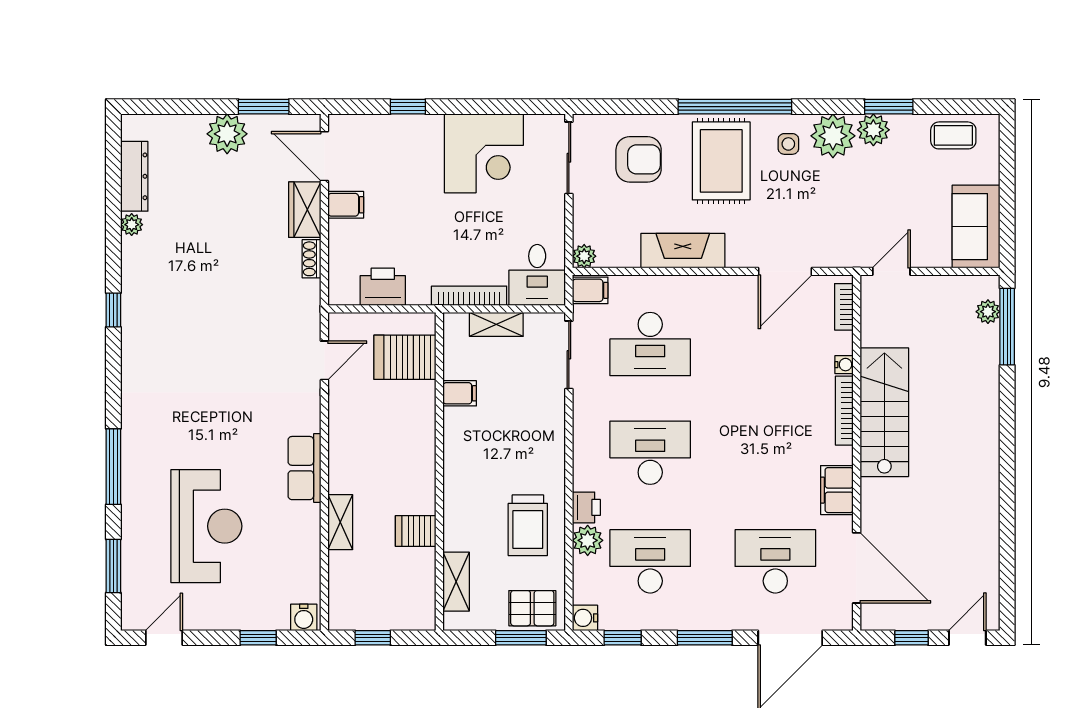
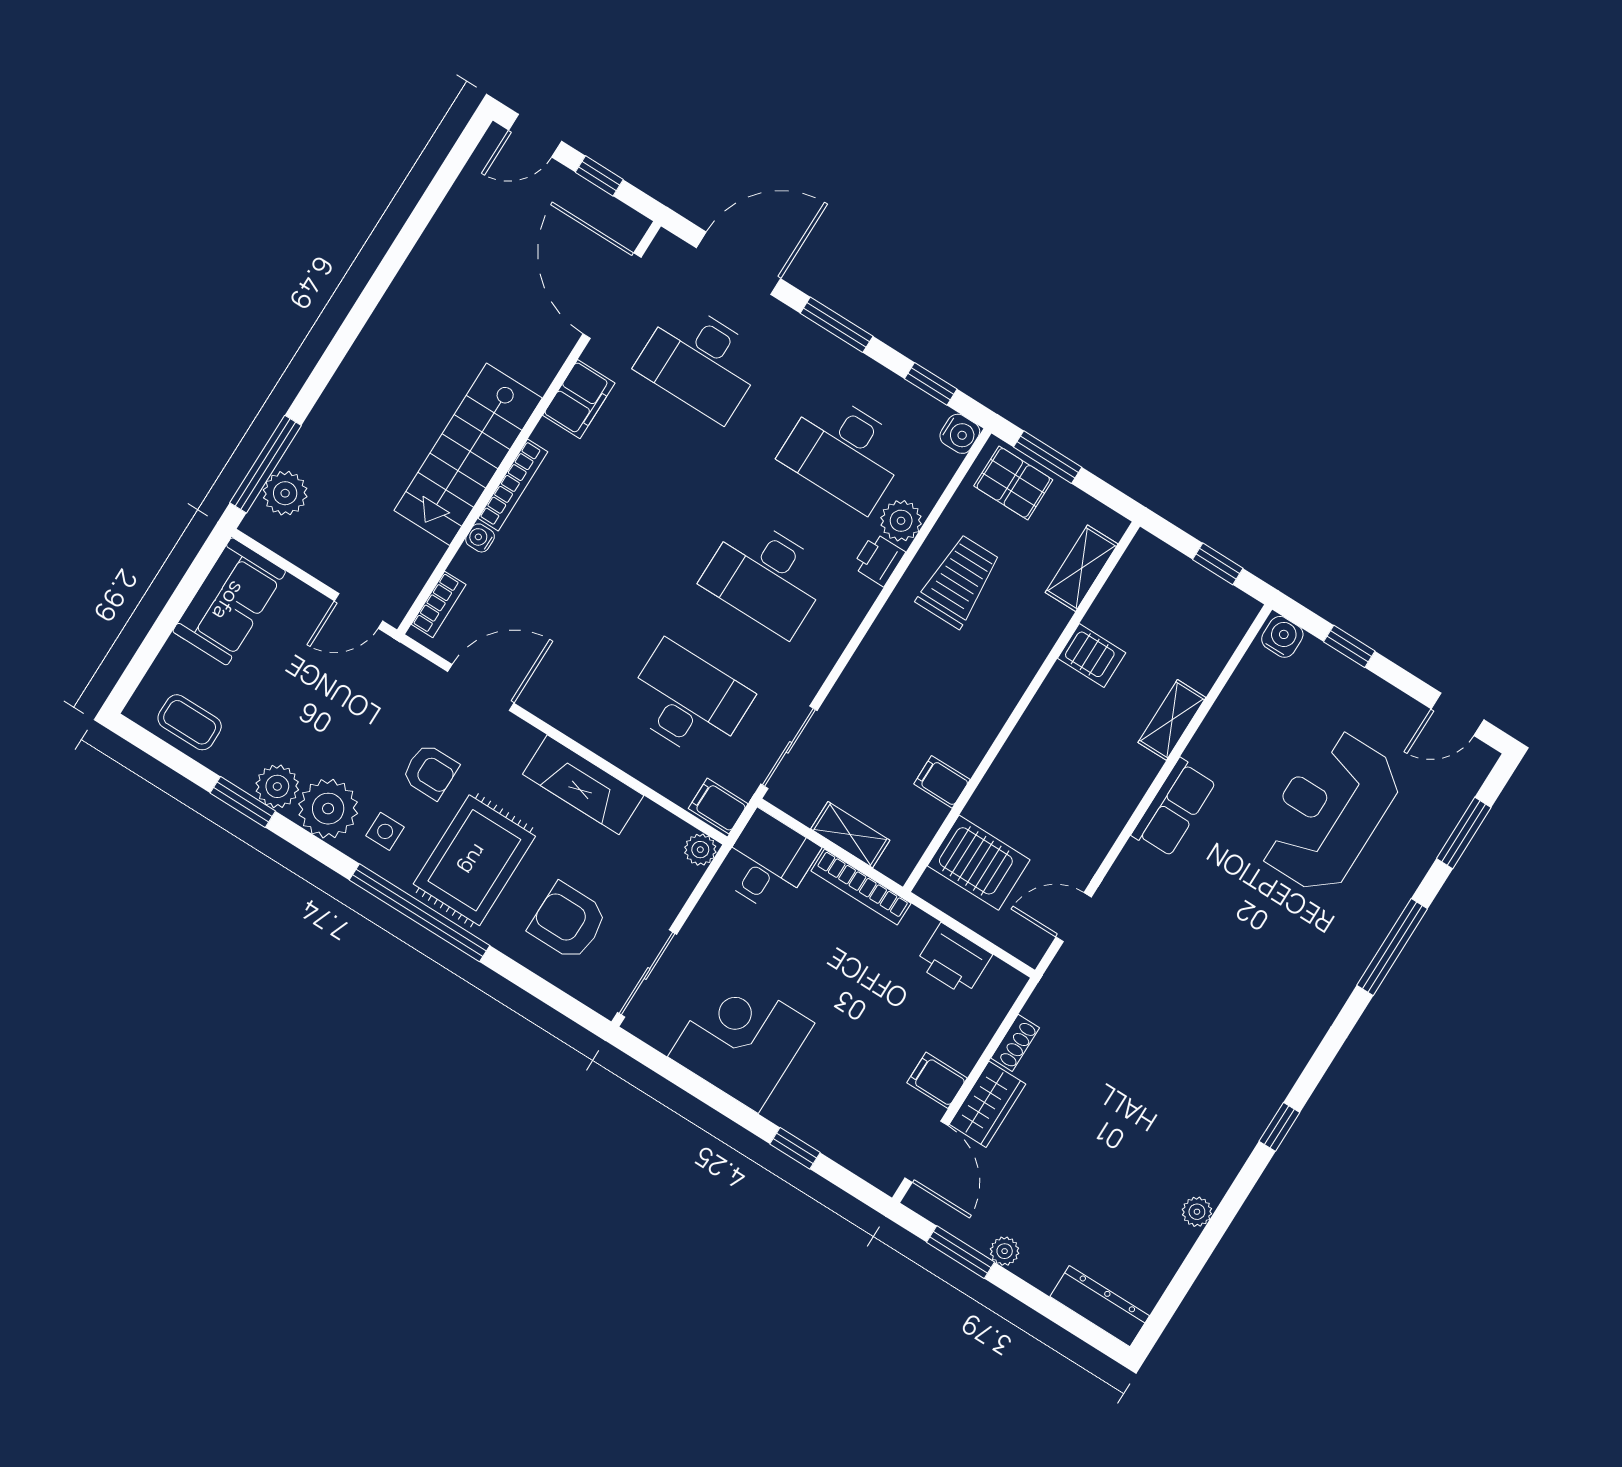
plant: (227, 134) -> (1005, 1251), width x0.53, depth x0.53
dresser: (134, 176) -> (1100, 1306), moved, turned 90
armchair: (784, 199) -> (430, 771), added
plant: (988, 312) -> (285, 493), width x1.38, depth x1.38

